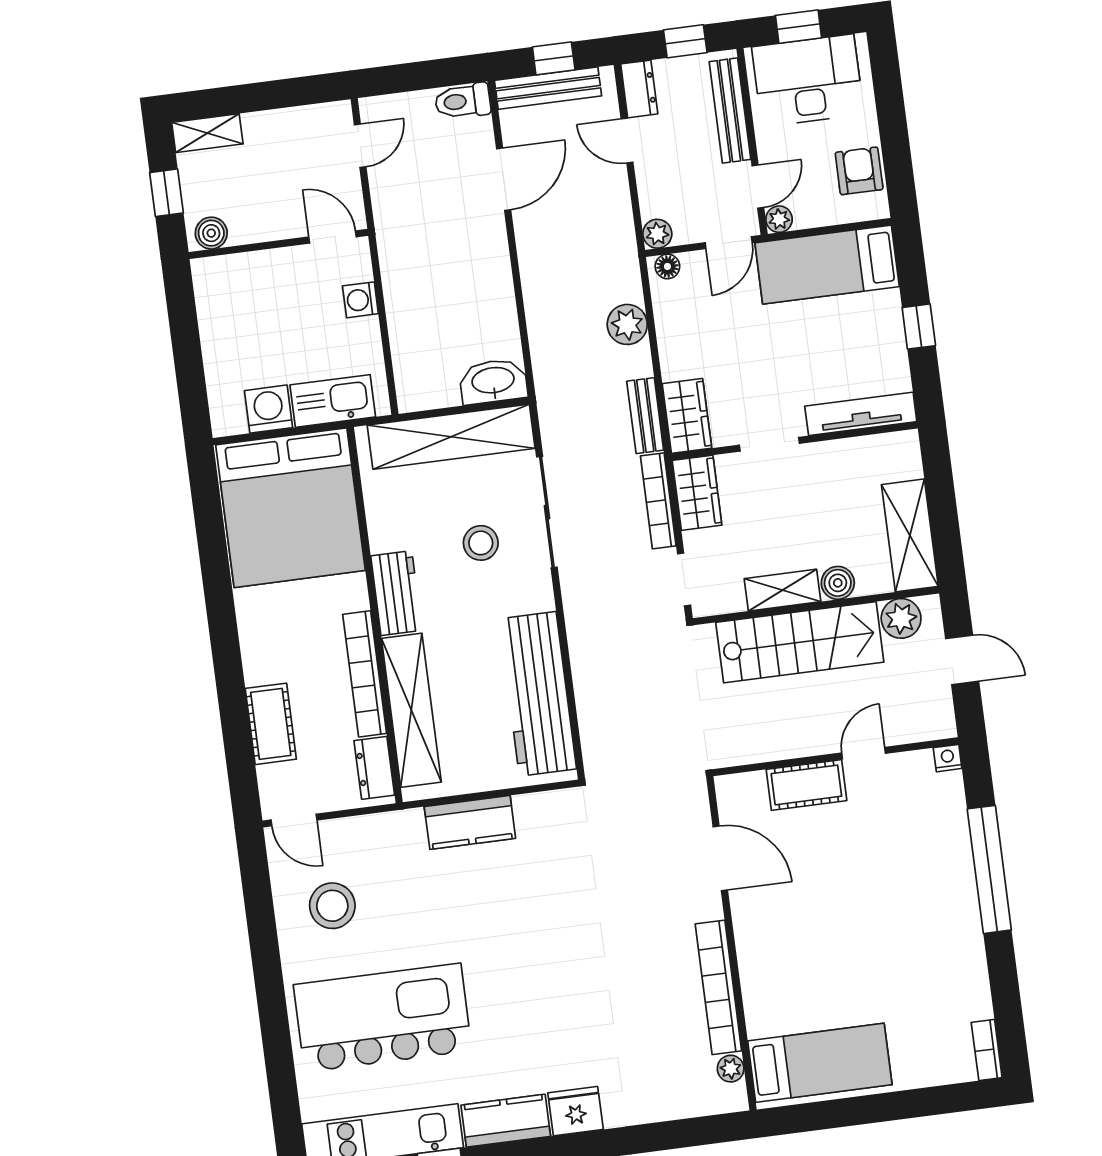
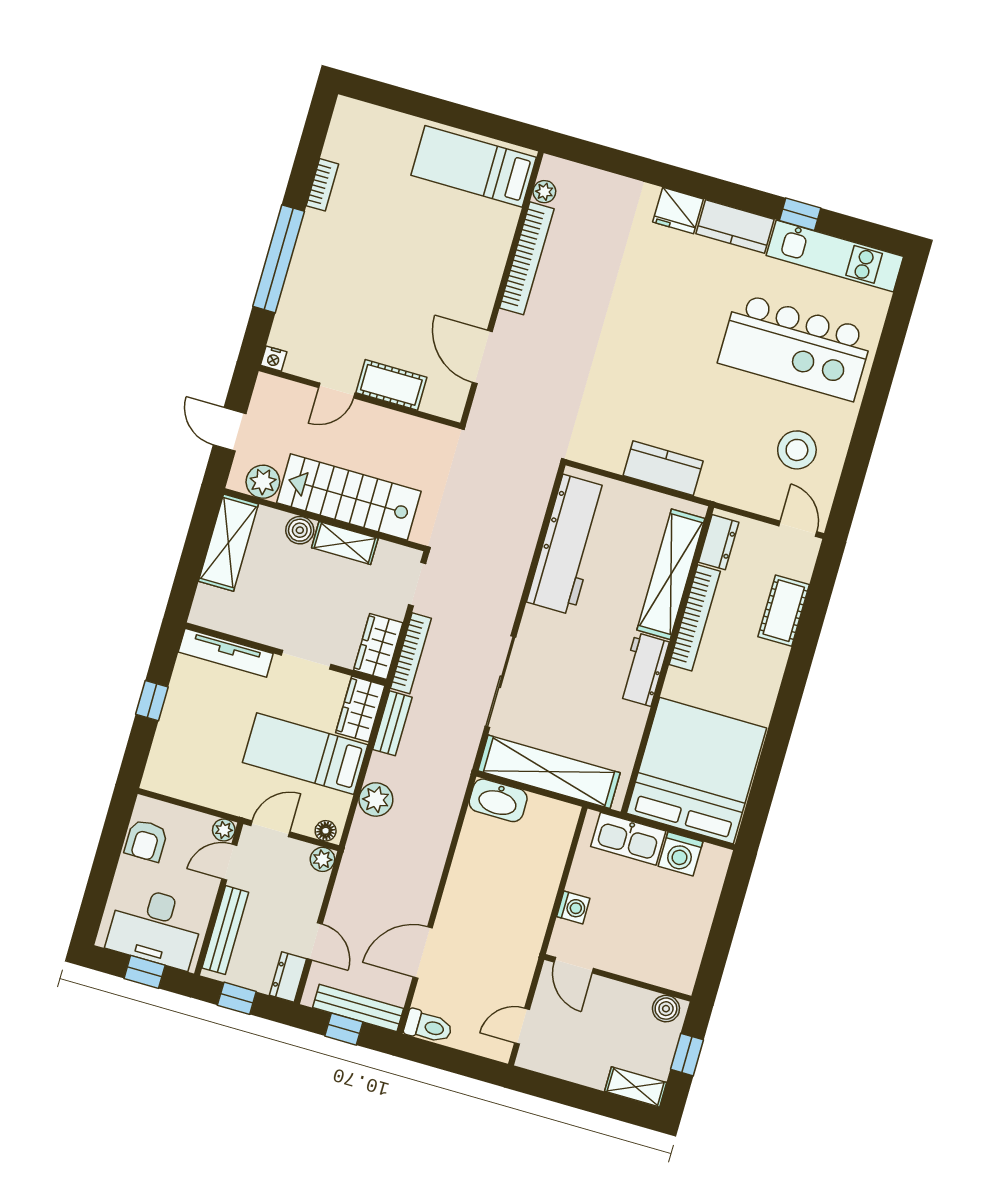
bed: (827, 265) -> (305, 754), moved, turned 180
stool: (481, 543) -> (562, 680), removed
bookcase: (987, 1050) -> (322, 185), moved

